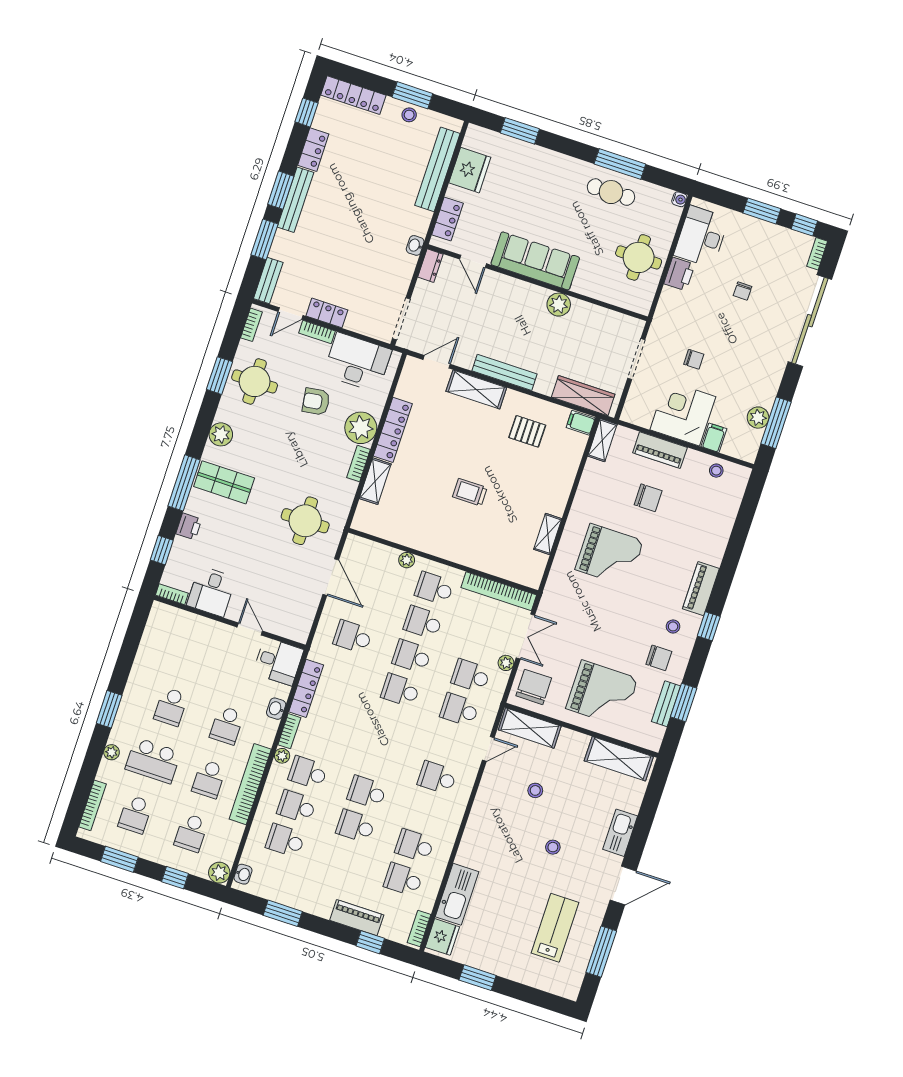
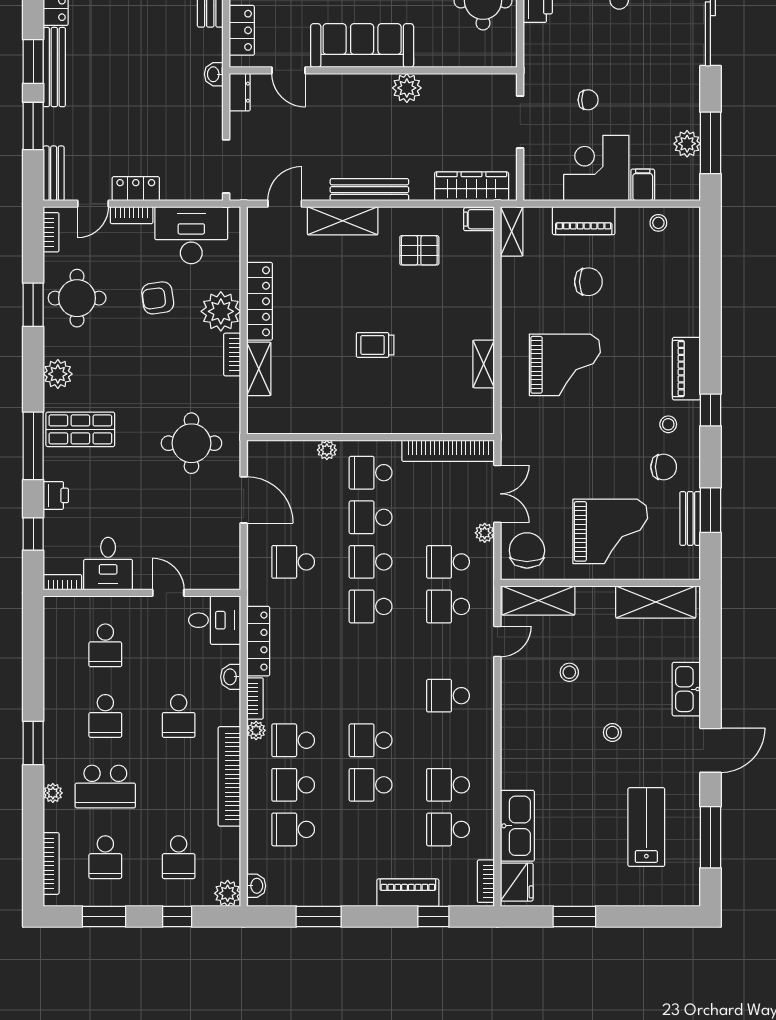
school desk: (209, 779) -> (105, 645), moved

